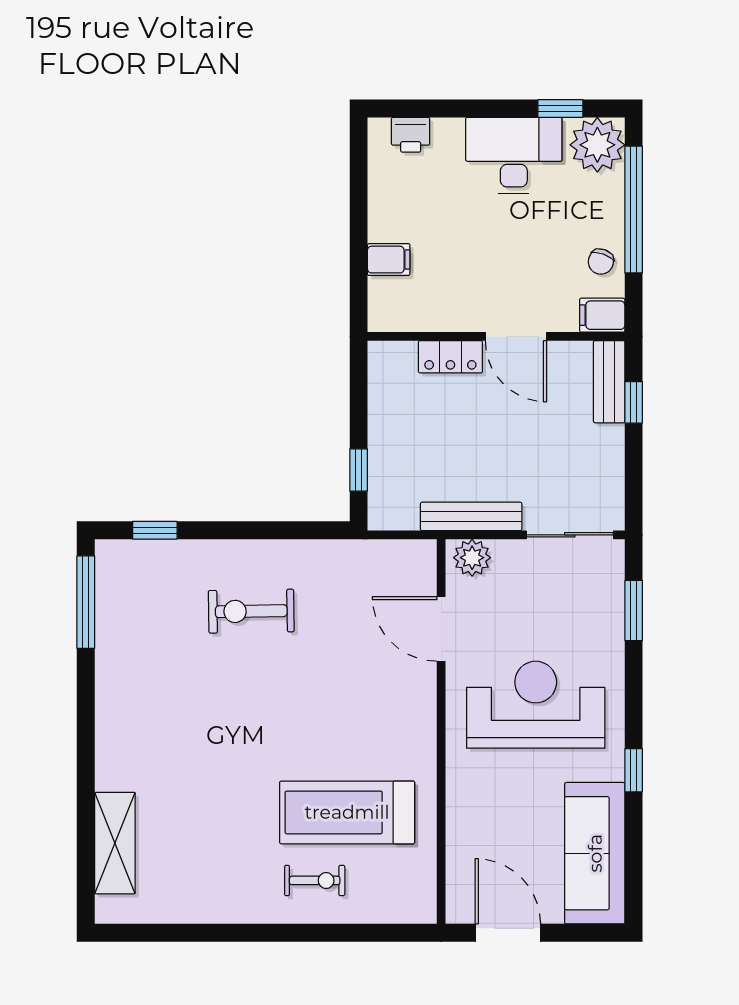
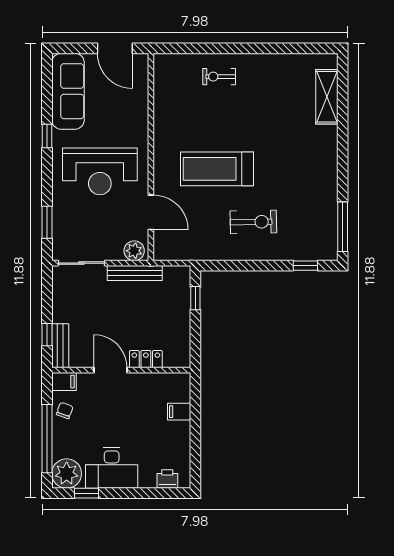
treadmill: (347, 812) -> (217, 169), moved, turned 180

